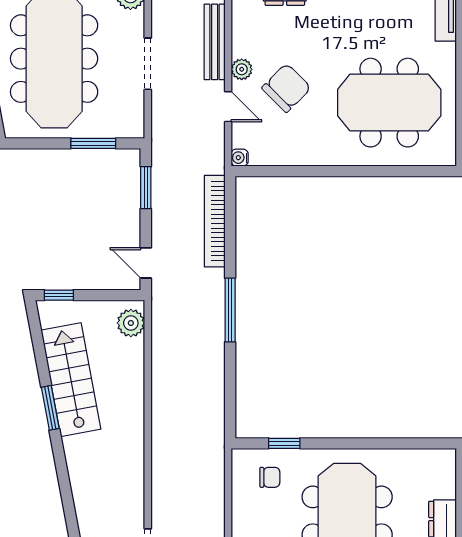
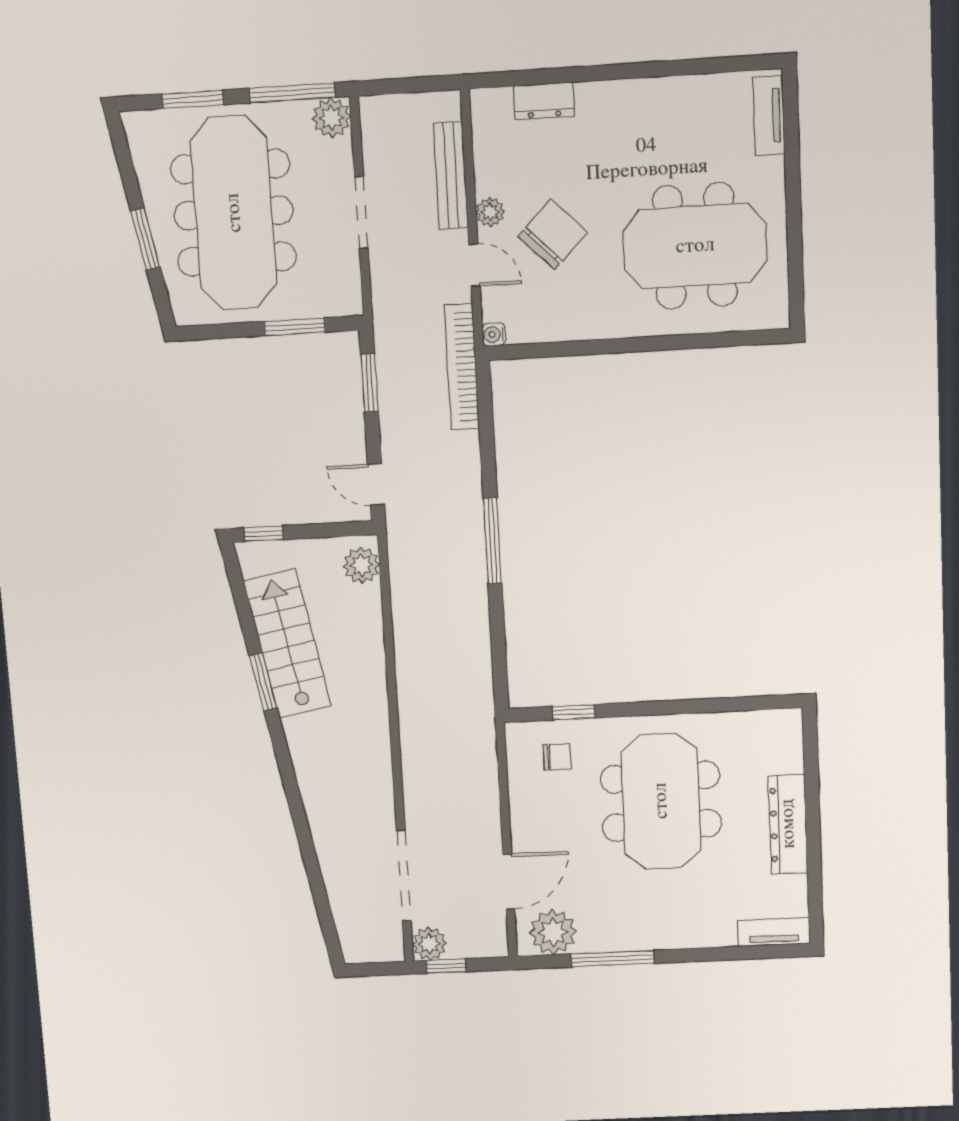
bookcase: (215, 221) -> (462, 367), moved

